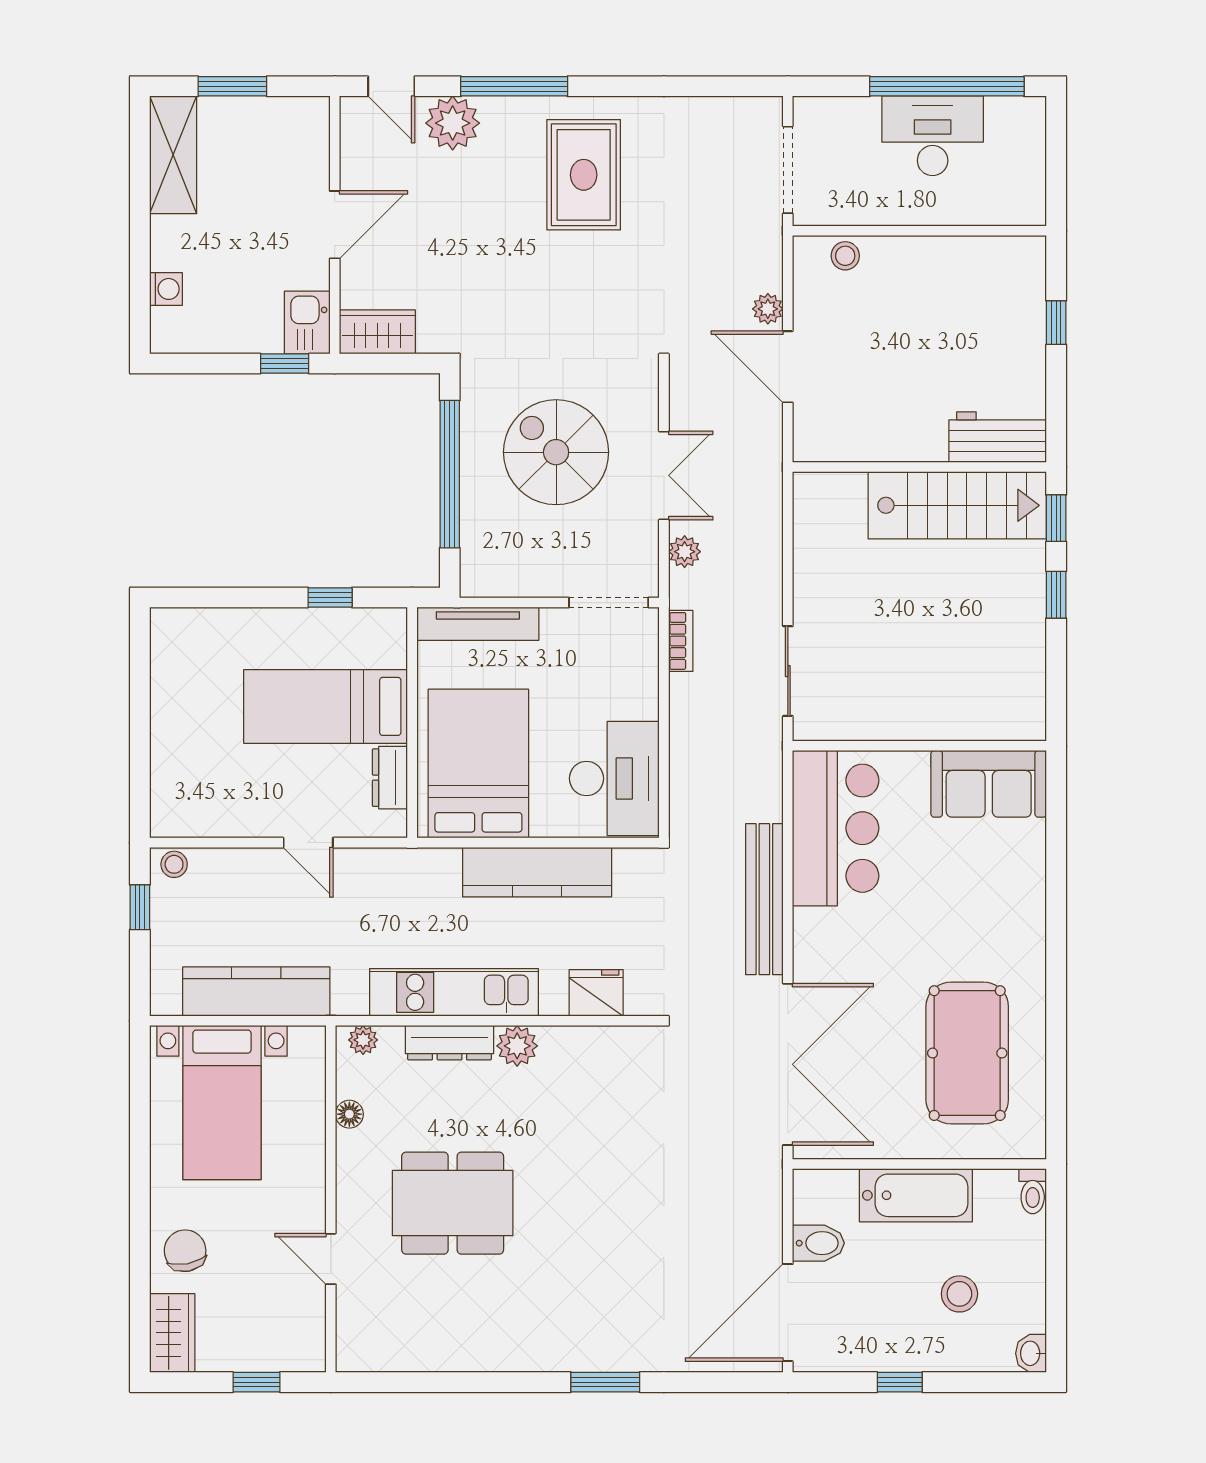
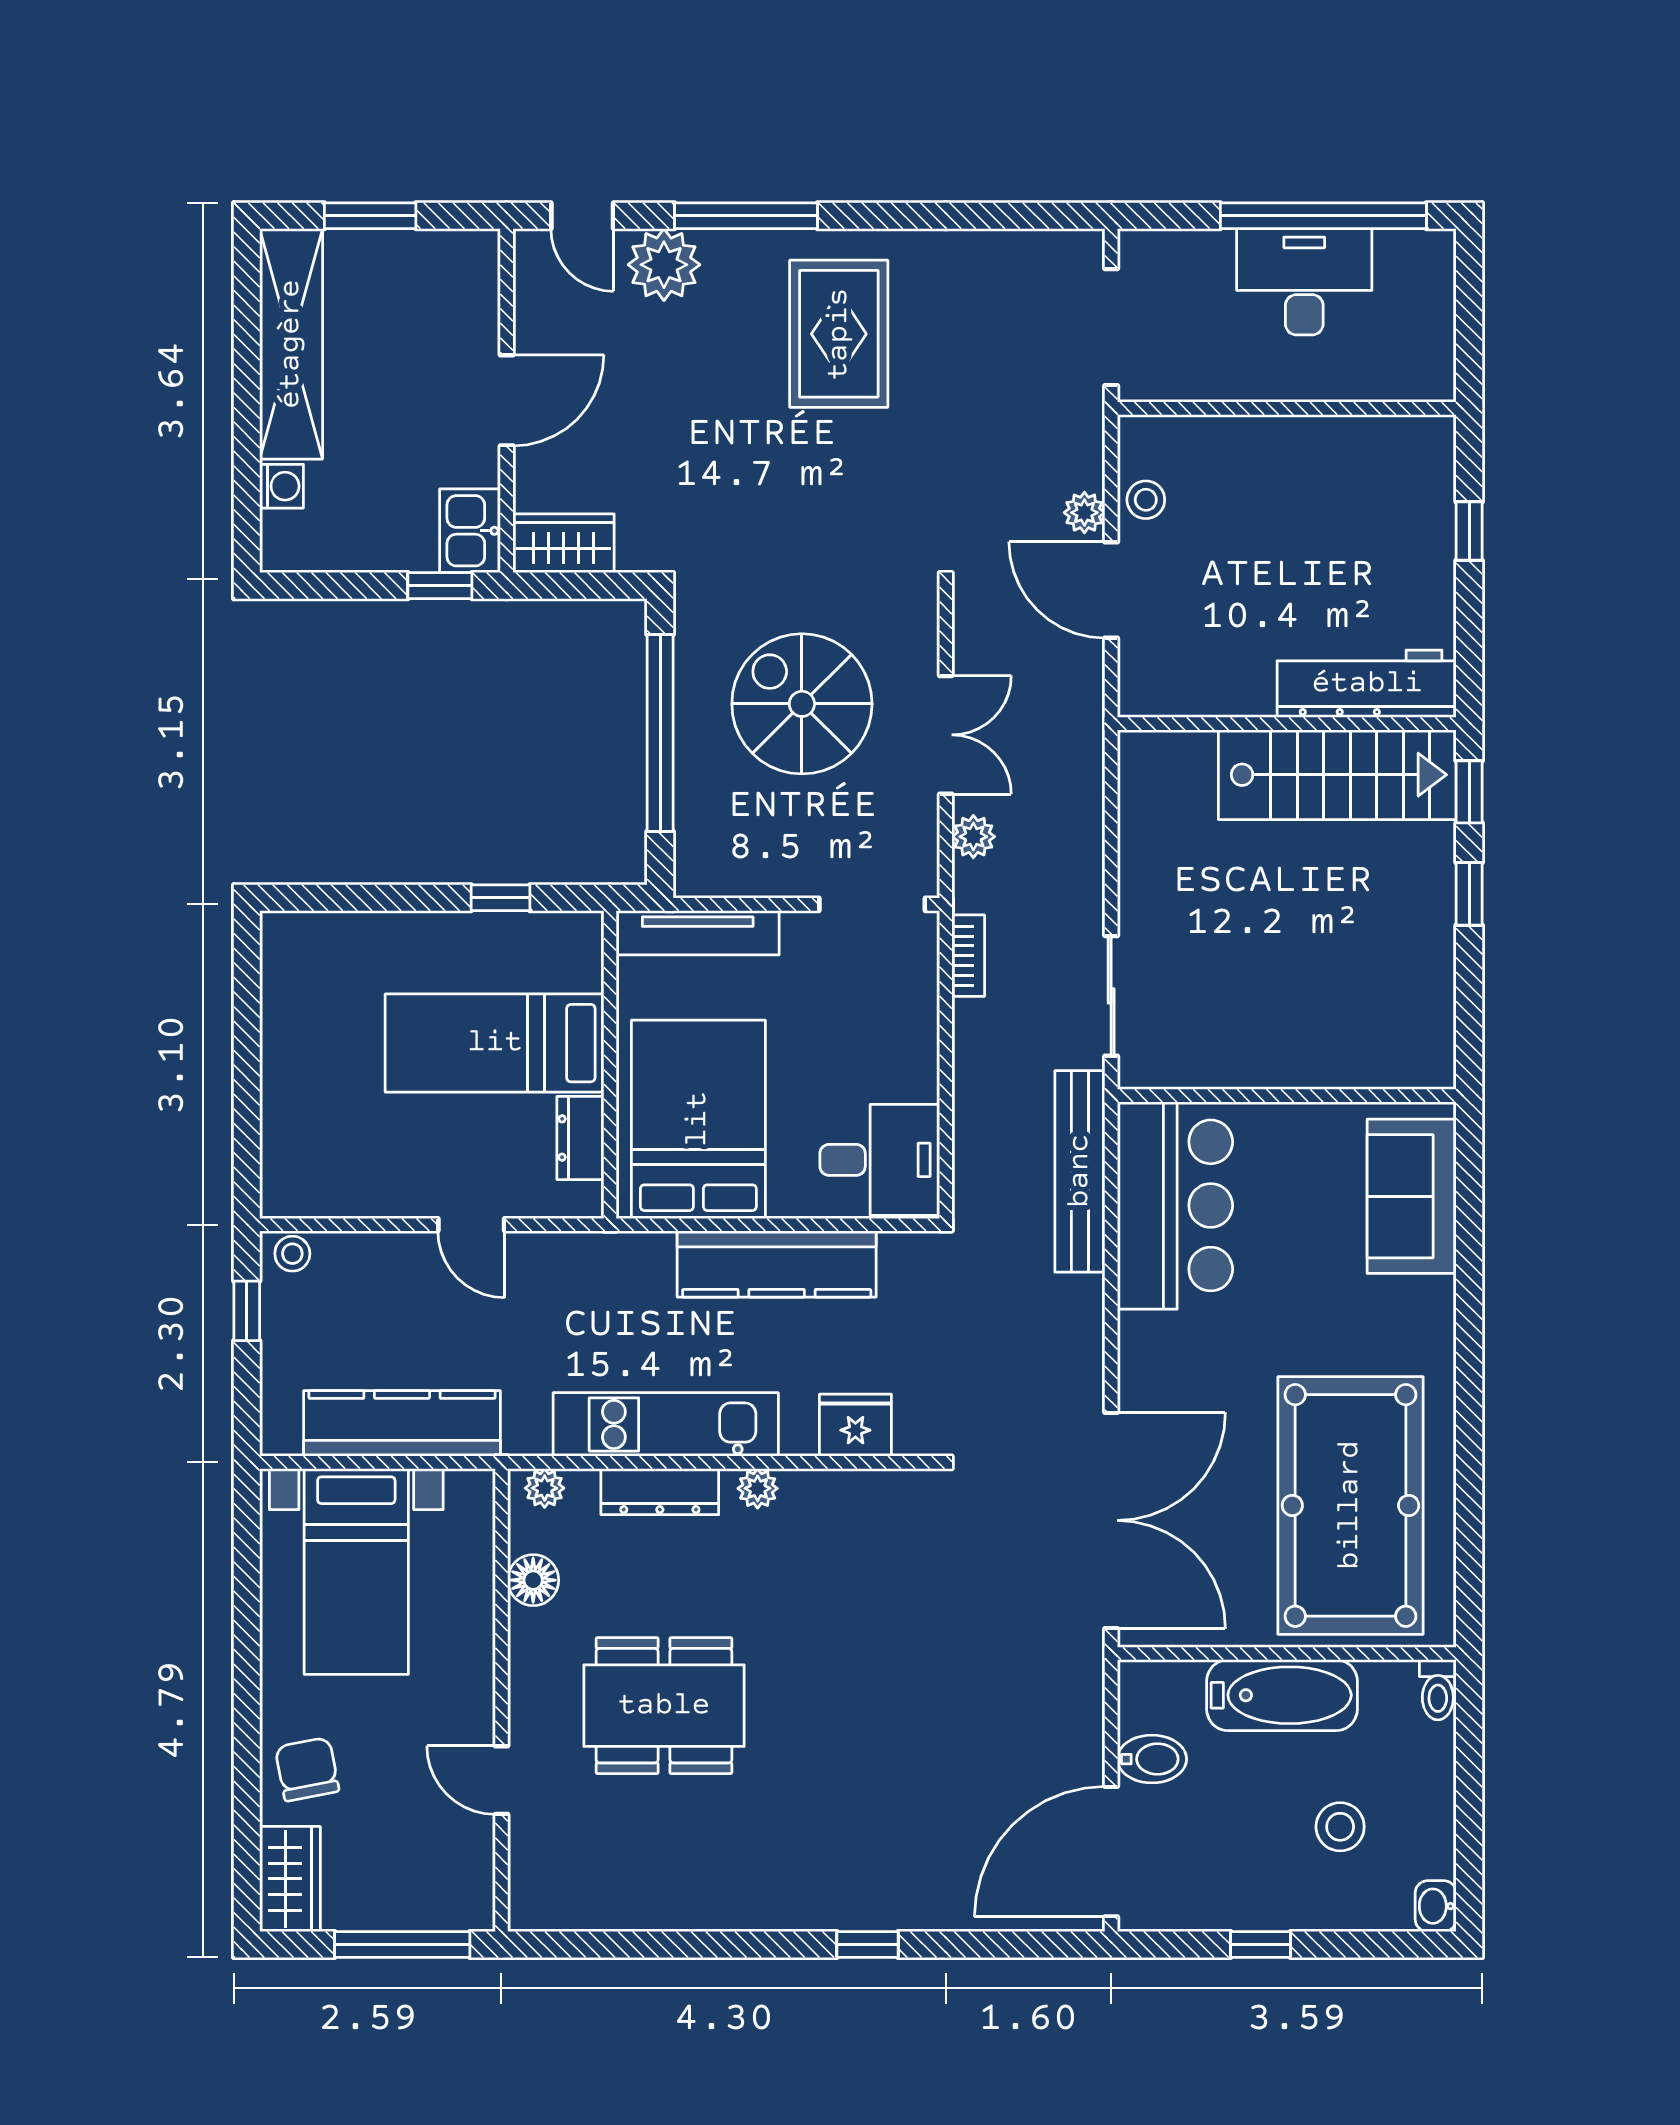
shelving: (173, 155) -> (291, 344), width x1.47
stool: (845, 256) -> (1146, 500), moved
workbench: (998, 437) -> (1367, 684), width x1.38
desk: (614, 778) -> (880, 1160), width x0.73
sofa: (989, 784) -> (1412, 1196), moved, turned 90
bench: (764, 899) -> (1080, 1171), moved
plant: (517, 1046) -> (758, 1488), width x0.73, depth x0.73
pool table: (967, 1053) -> (1350, 1505), width x1.36, depth x1.32
floor lamp: (349, 1114) -> (533, 1580), width x1.37, depth x1.37
window: (256, 1382) -> (402, 1944), width x2.17
window: (605, 1382) -> (868, 1944), width x0.67

